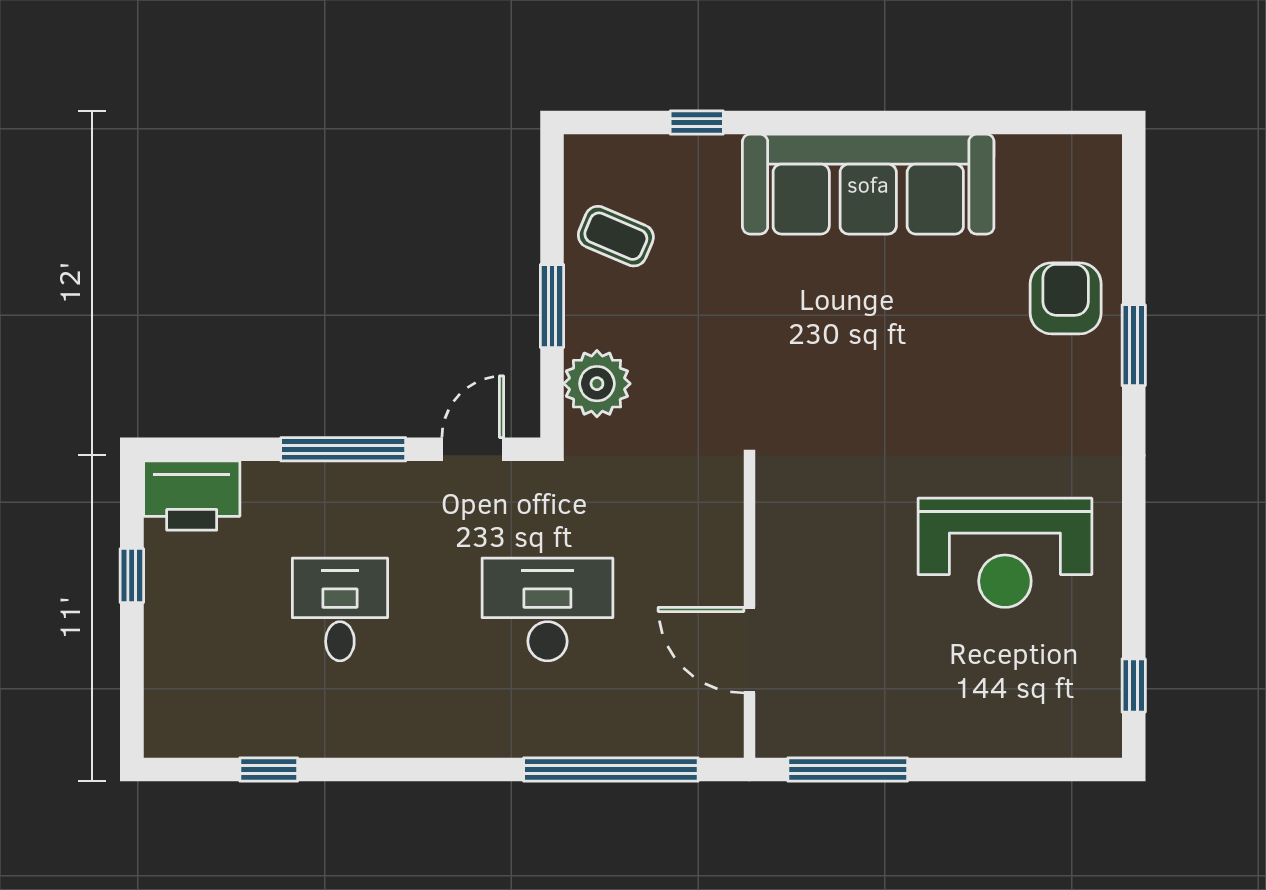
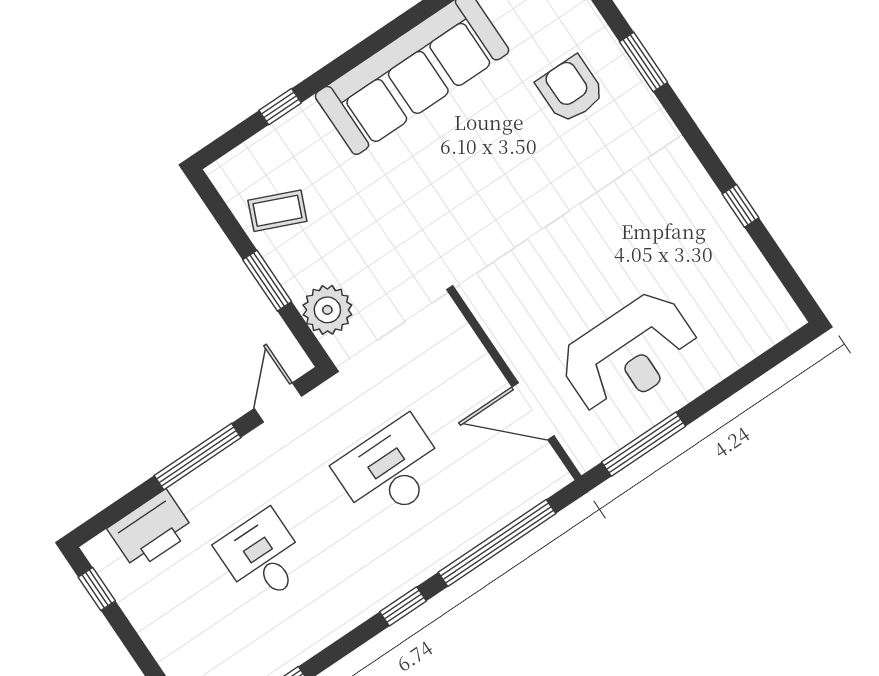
armchair: (1066, 298) -> (571, 90), moved
printer: (192, 496) -> (151, 530), moved
reception desk: (1005, 553) -> (629, 354), moved
window: (132, 576) -> (97, 589), moved
window: (1134, 686) -> (741, 206), moved
window: (459, 770) -> (403, 606), added

